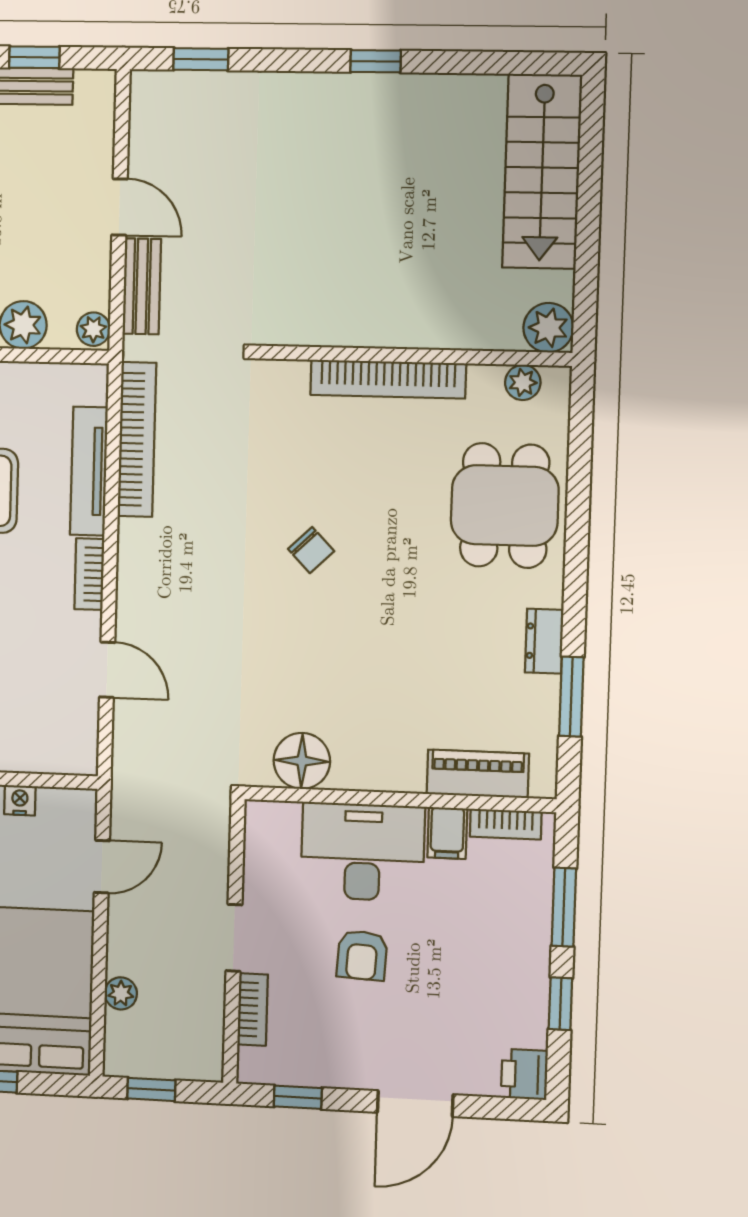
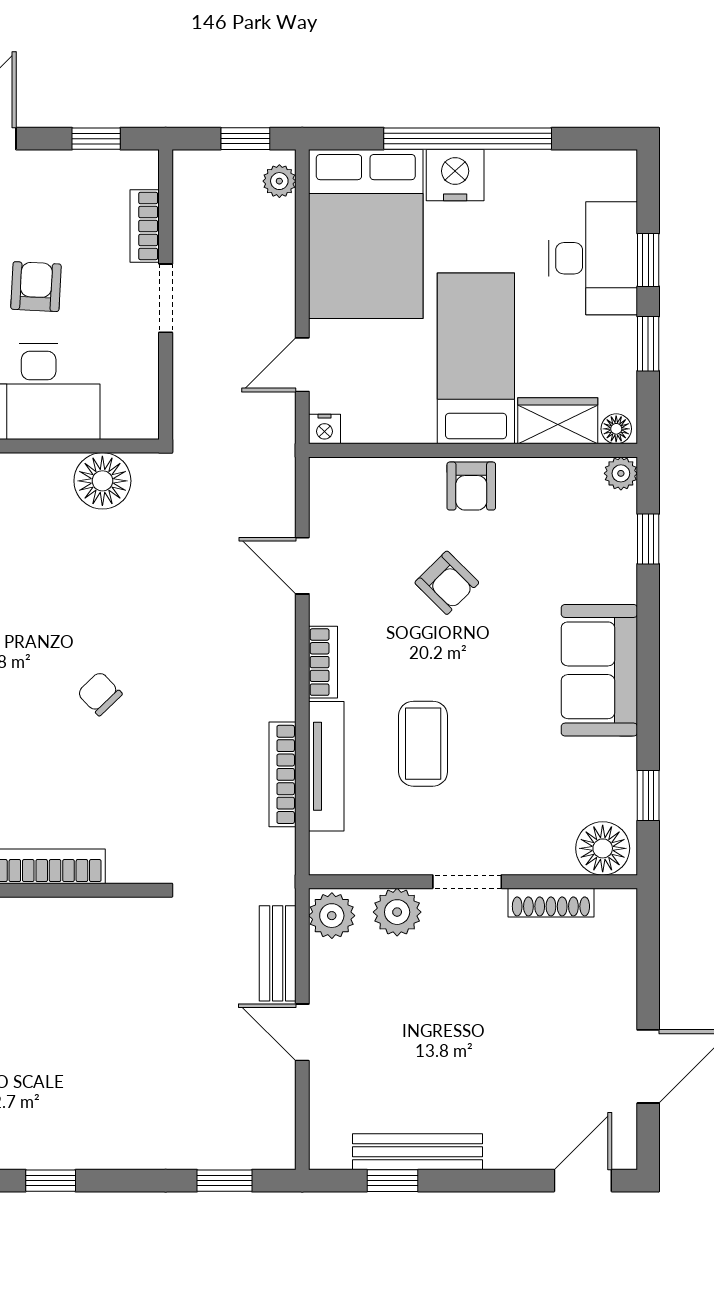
plant: (93, 329) -> (332, 916), width x1.38, depth x1.38
bookcase: (137, 439) -> (282, 774), width x0.68, depth x0.76
nightstand: (20, 800) -> (325, 429), moved
plant: (121, 993) -> (279, 181), moved

